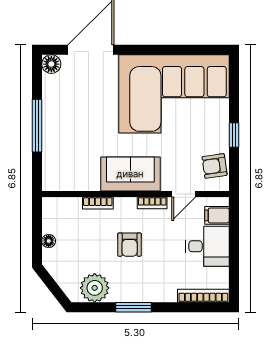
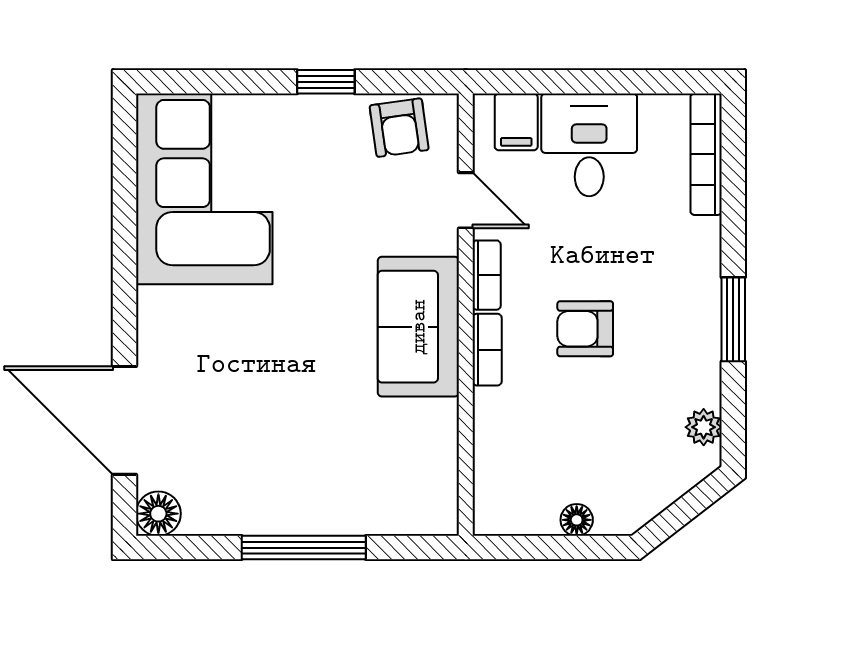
corner sofa: (174, 94) -> (204, 189), width x0.73, depth x0.74
bookcase: (98, 203) -> (487, 350), moved
armchair: (130, 245) -> (585, 329), turned 180
plant: (95, 288) -> (704, 427), width x0.53, depth x0.53

